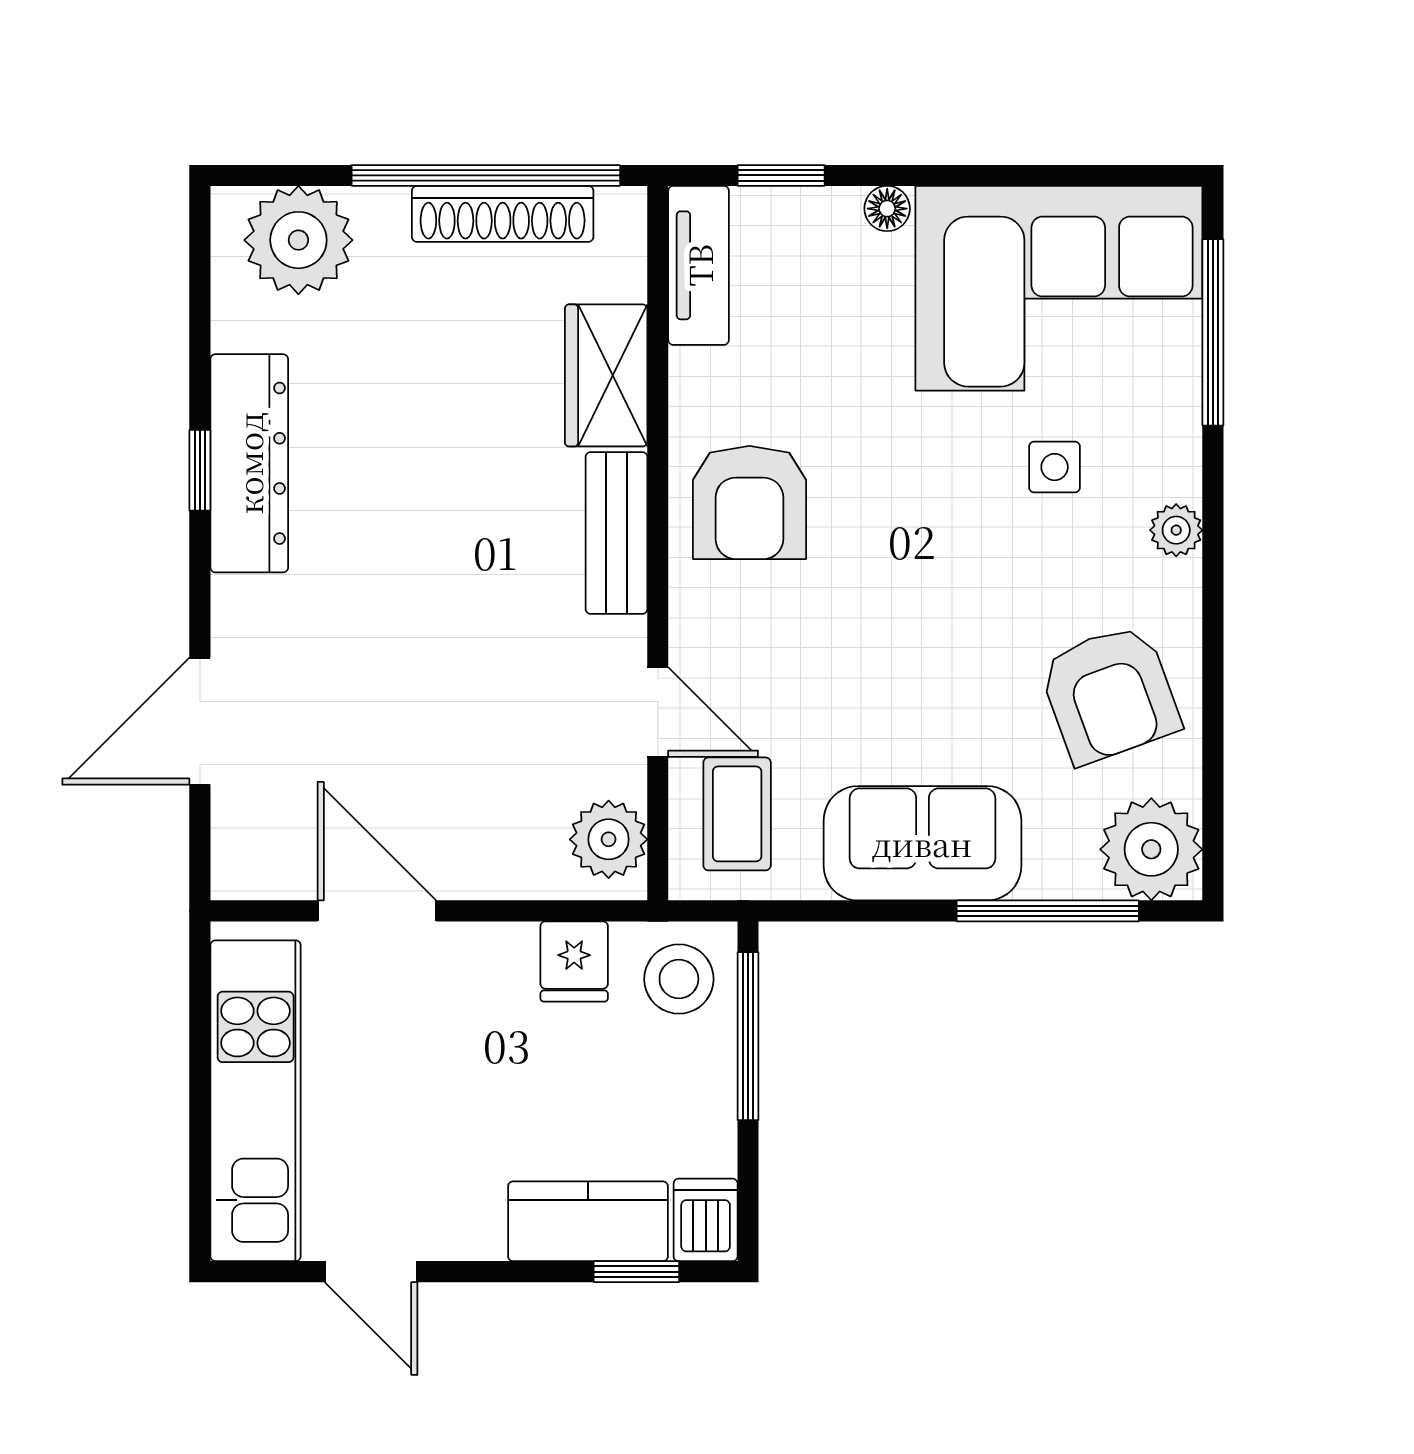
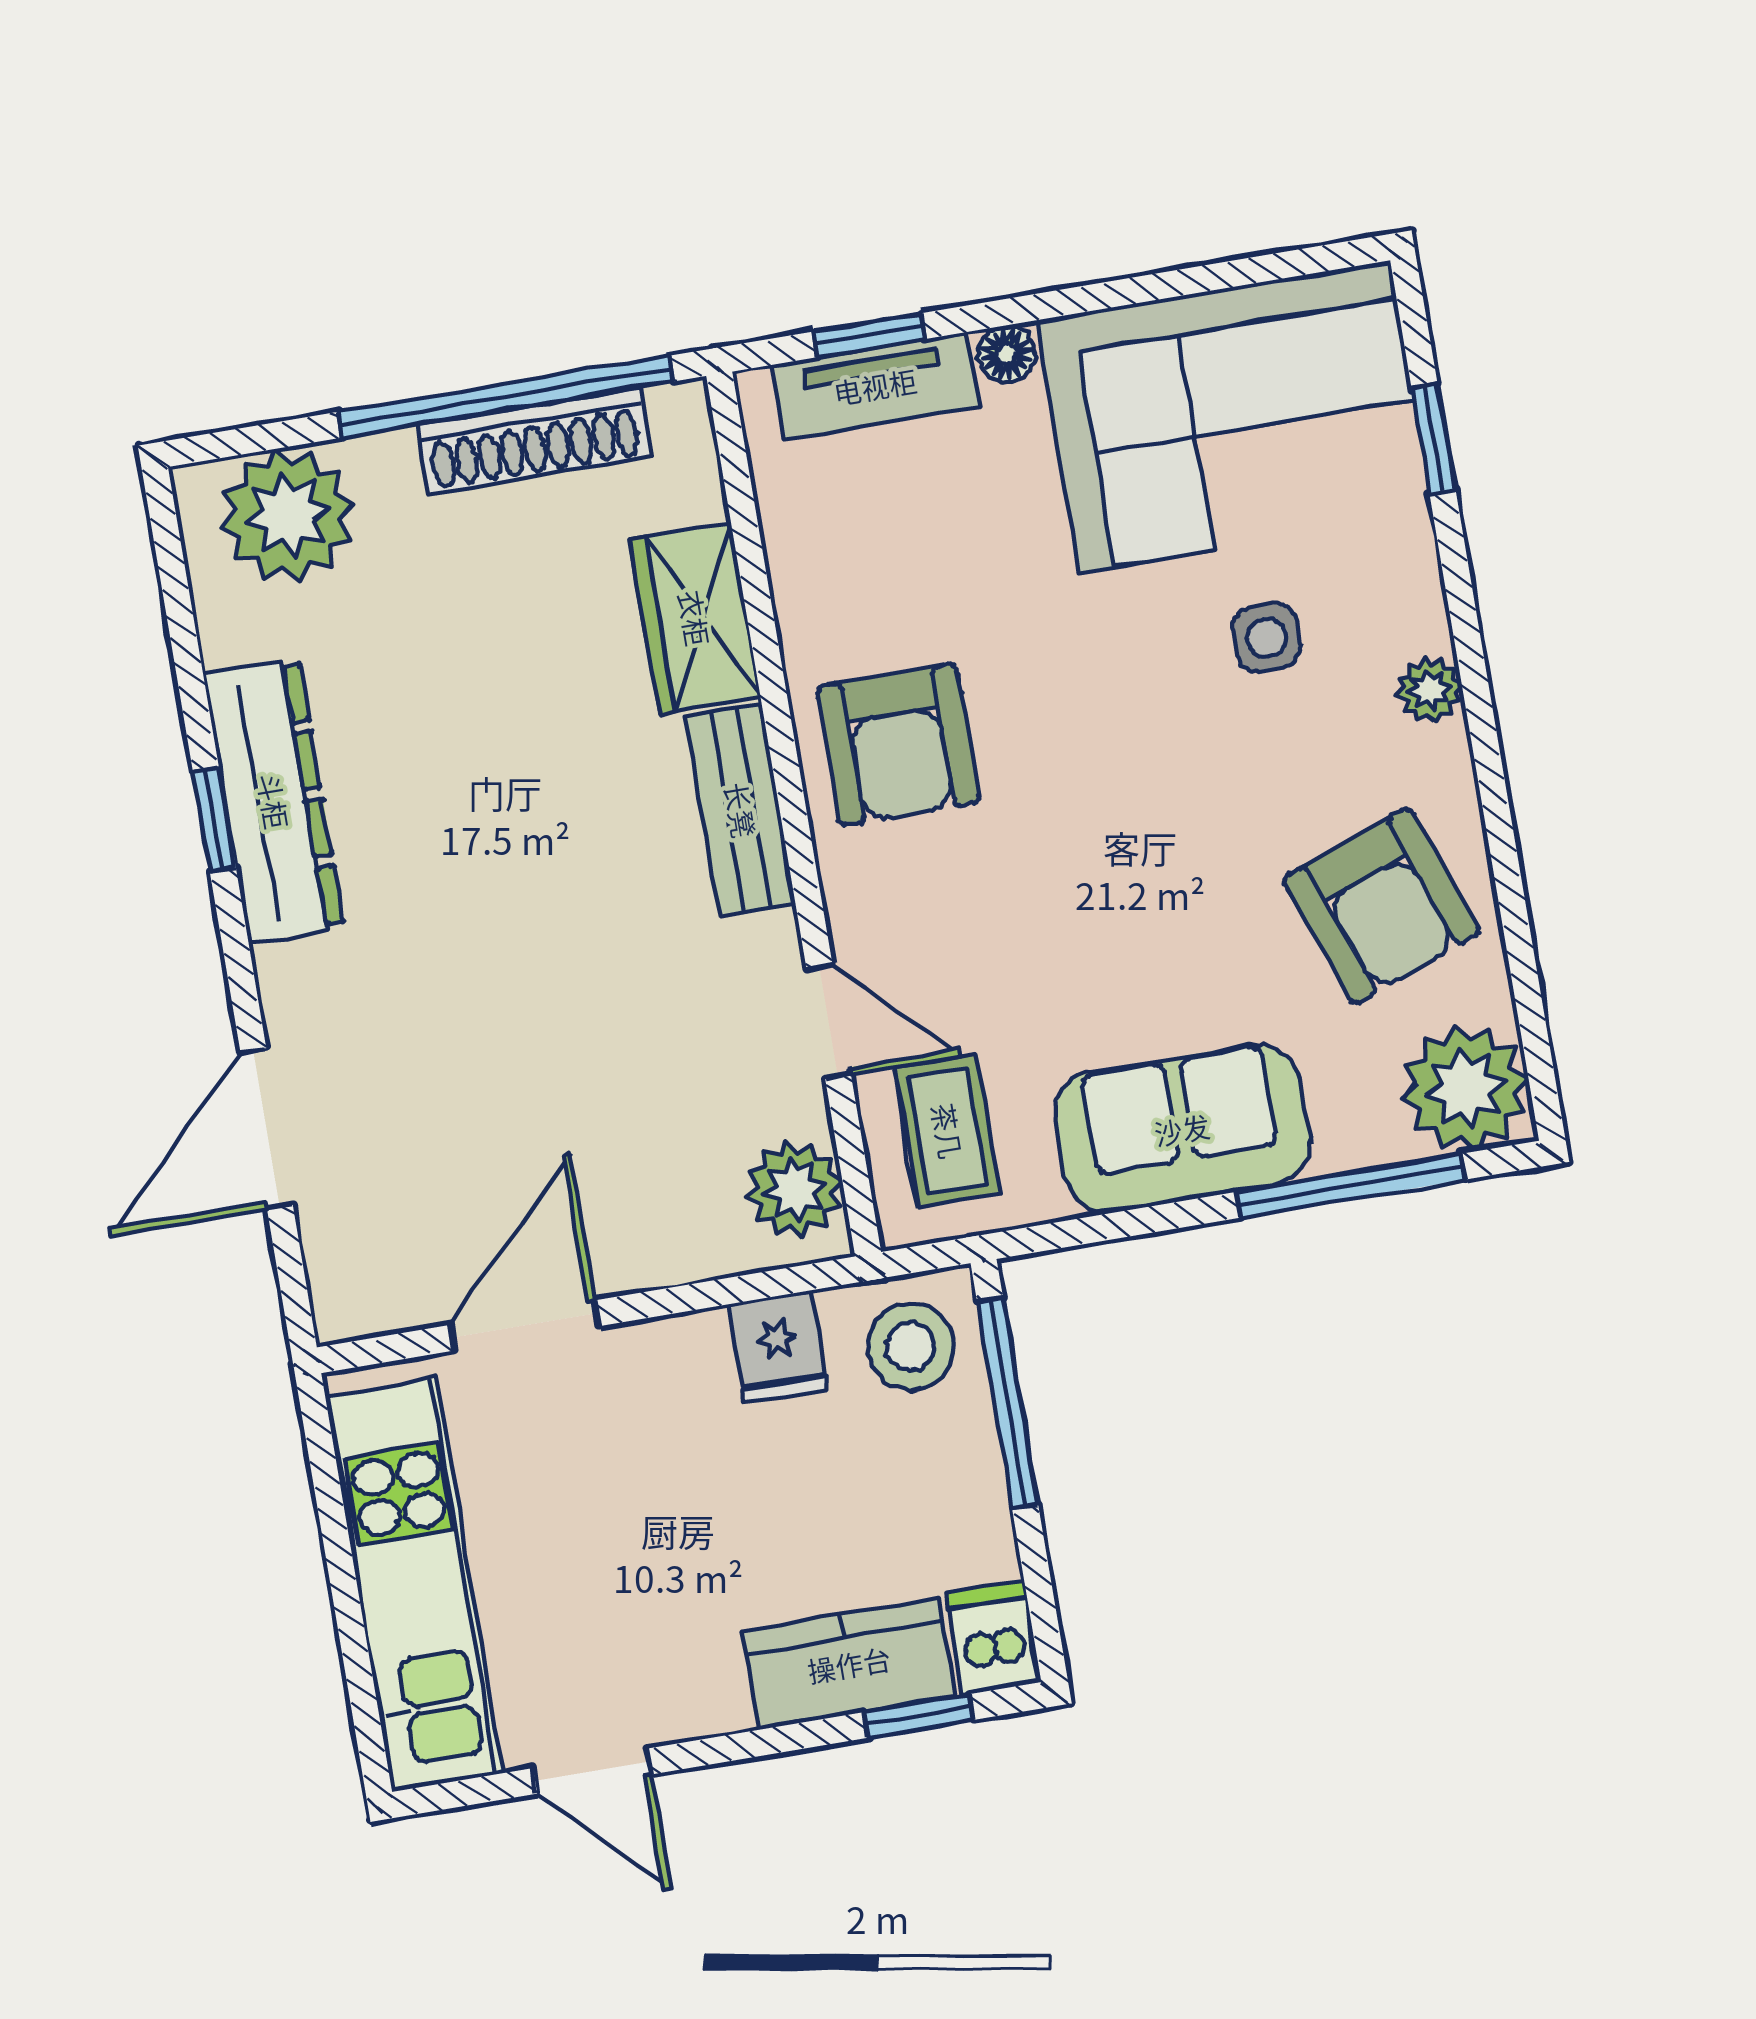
tv unit: (699, 265) -> (875, 386), moved, turned 90
window: (1213, 332) -> (1434, 439), width x0.46
door: (377, 911) -> (524, 1326), hinge flipped

